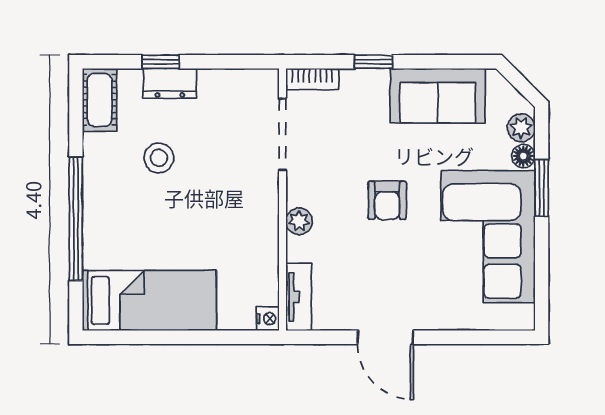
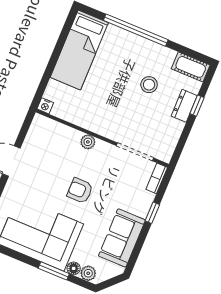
tv unit: (299, 297) -> (50, 126), removed

